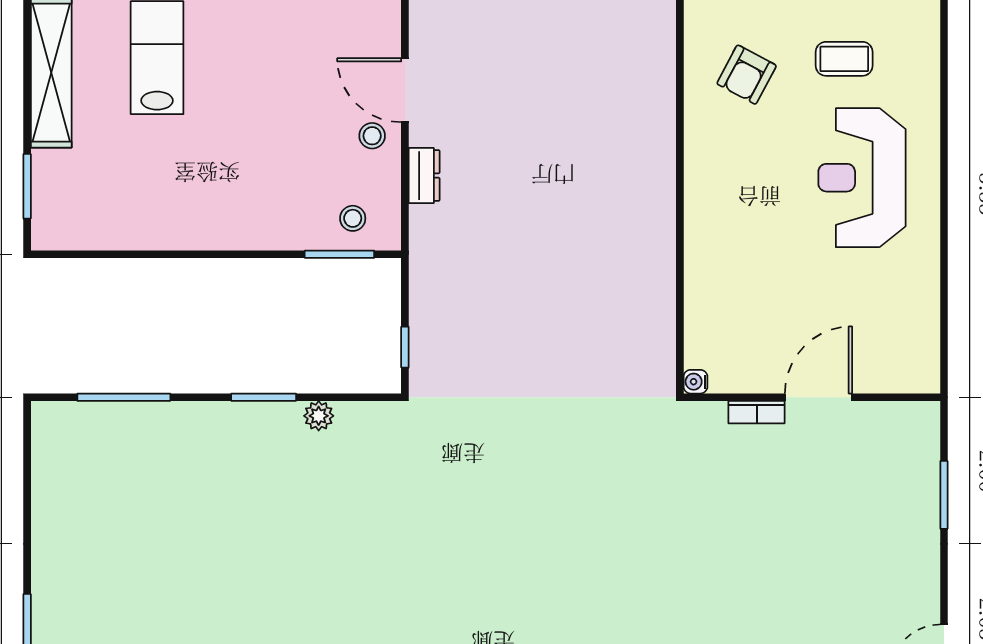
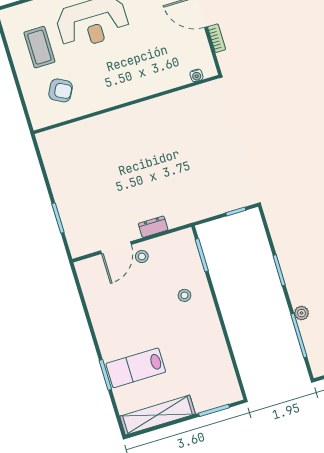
coffee table: (844, 59) -> (39, 47), width x1.36, depth x1.30
stool: (353, 218) -> (184, 295), moved
water cooler: (695, 382) -> (196, 75), moved
plant: (319, 416) -> (301, 313), moved

